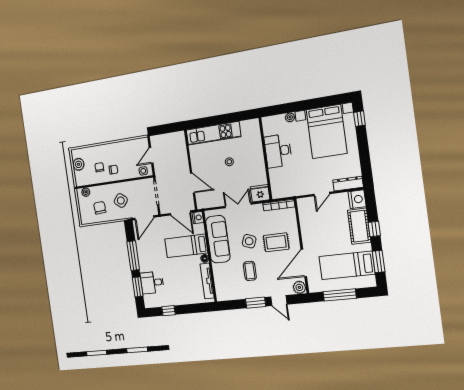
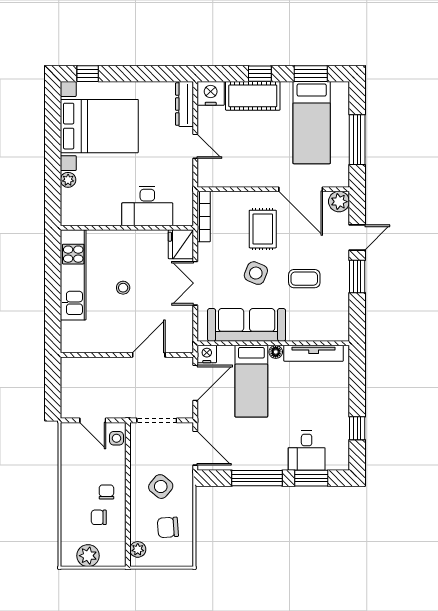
kitchen unit: (213, 133) -> (73, 275), moved
desk: (278, 151) -> (147, 206), moved

